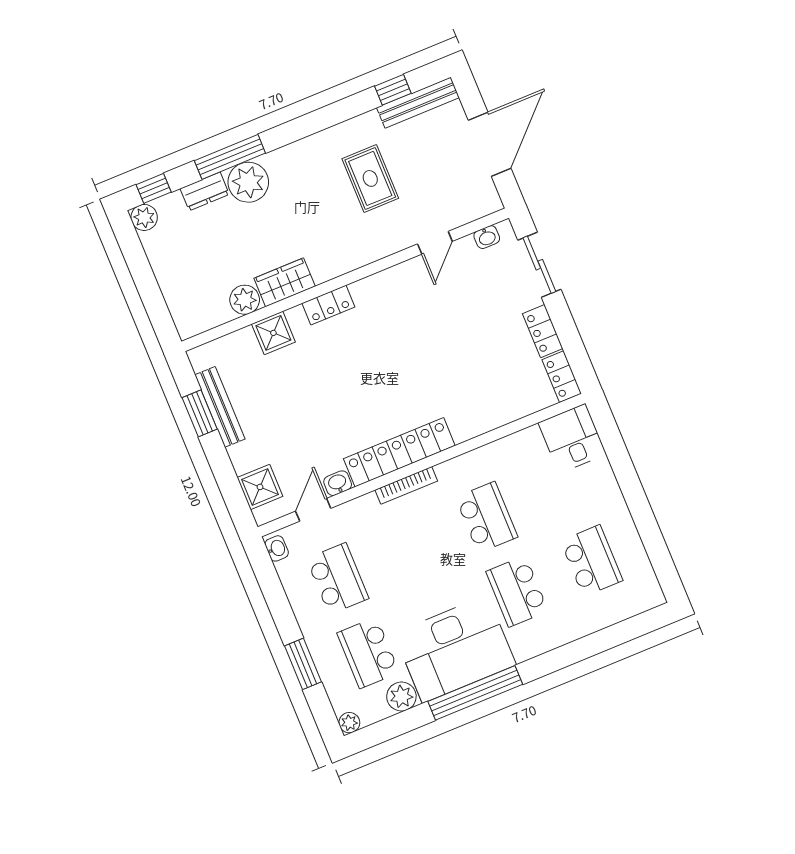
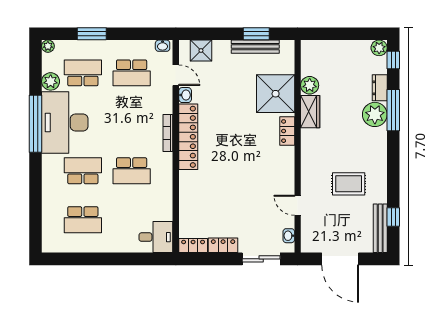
shower: (273, 333) -> (276, 94), width x1.86, depth x1.86

